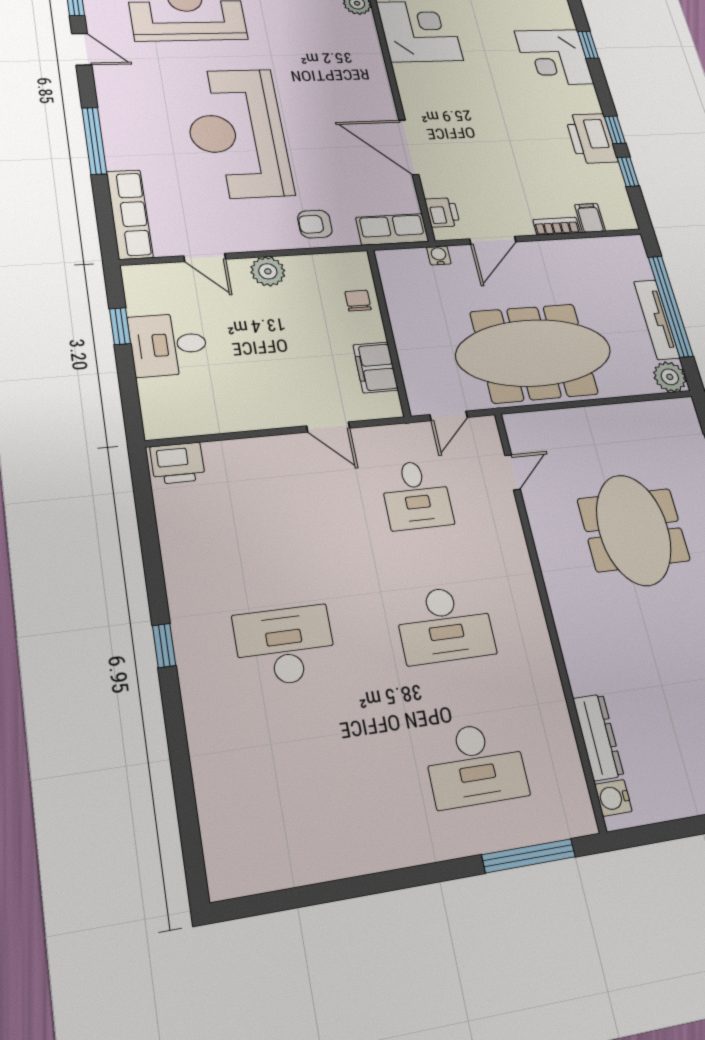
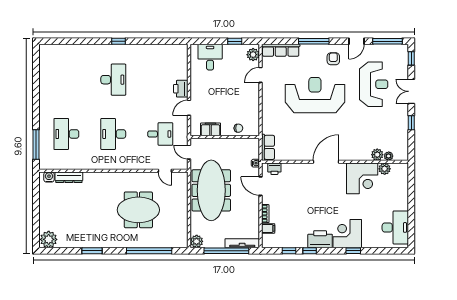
printer: (591, 138) -> (320, 239), moved
door: (409, 147) -> (326, 162), moved
armchair: (315, 224) -> (333, 59), moved
plant: (268, 271) -> (253, 55), moved
tv unit: (657, 320) -> (242, 243), moved
desk: (168, 345) -> (210, 57), moved
printer: (178, 463) -> (181, 89), moved
desk: (416, 495) -> (160, 134), turned 180

